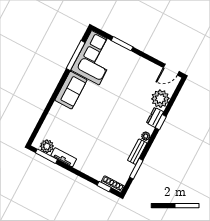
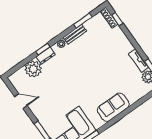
door: (171, 70) -> (21, 101), moved
sofa: (71, 90) -> (113, 107), moved

